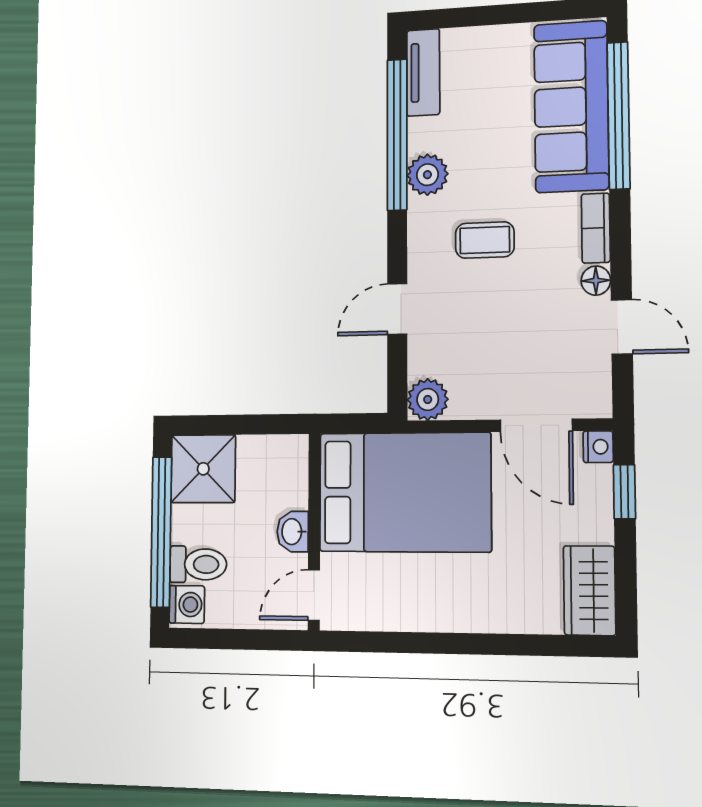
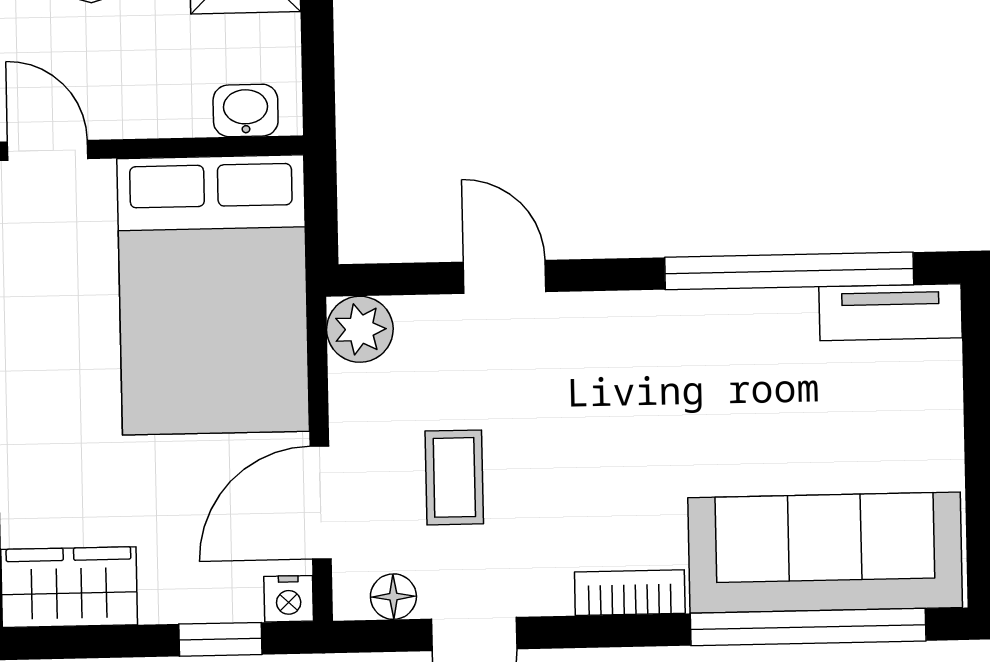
plant: (427, 175) -> (722, 322), removed
coffee table: (485, 240) -> (454, 477), moved
floor lamp: (596, 281) -> (393, 597), moved
washbasin: (293, 532) -> (246, 110), moved

